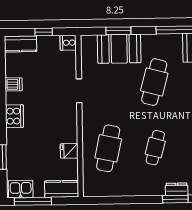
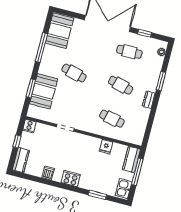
cafe table: (154, 82) -> (74, 73), width x0.73, depth x0.74
cafe table: (108, 148) -> (112, 119), width x0.73, depth x0.74
dresser: (177, 189) -> (149, 100), moved
window: (33, 201) -> (137, 172), moved

